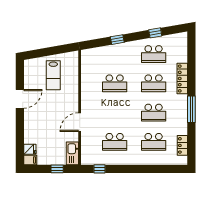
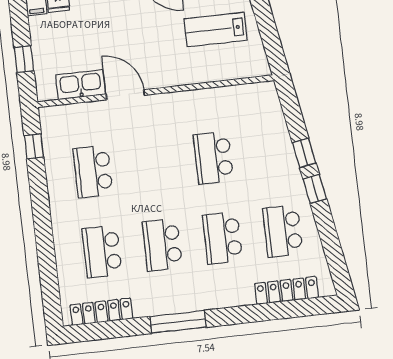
window: (155, 33) -> (315, 189), moved
locker: (182, 79) -> (286, 290), moved
locker: (182, 145) -> (101, 312), width x1.53
kitchen sink: (72, 153) -> (80, 85), moved

